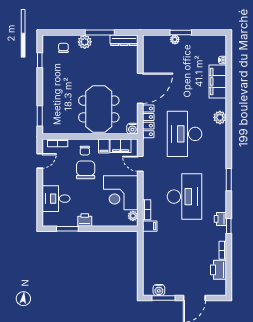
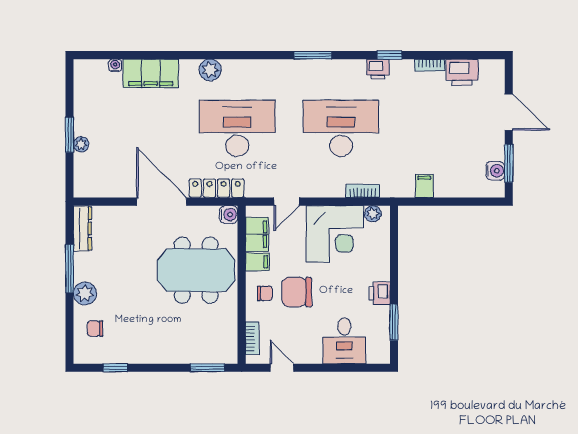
desk: (185, 134) -> (237, 128), turned 180
filing cabinet: (150, 226) -> (424, 186), moved

